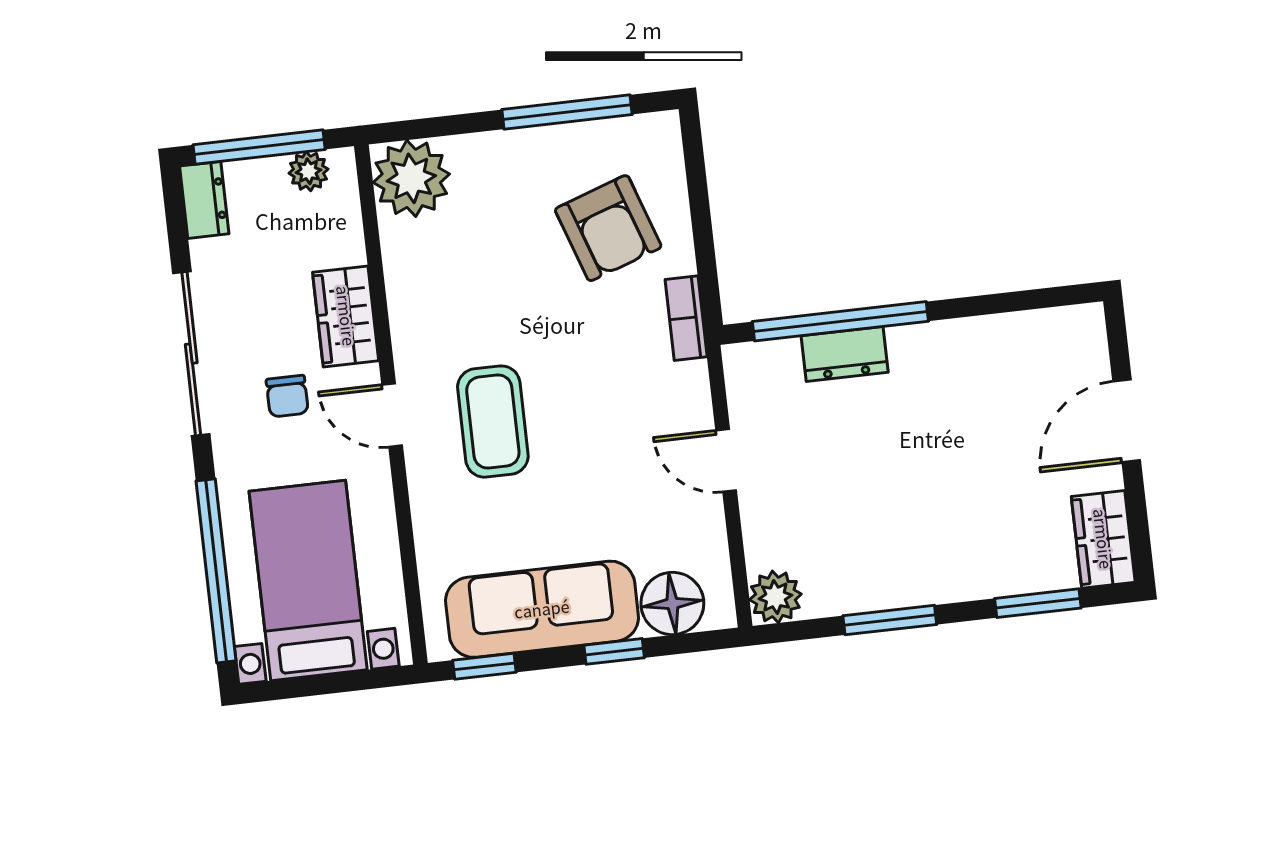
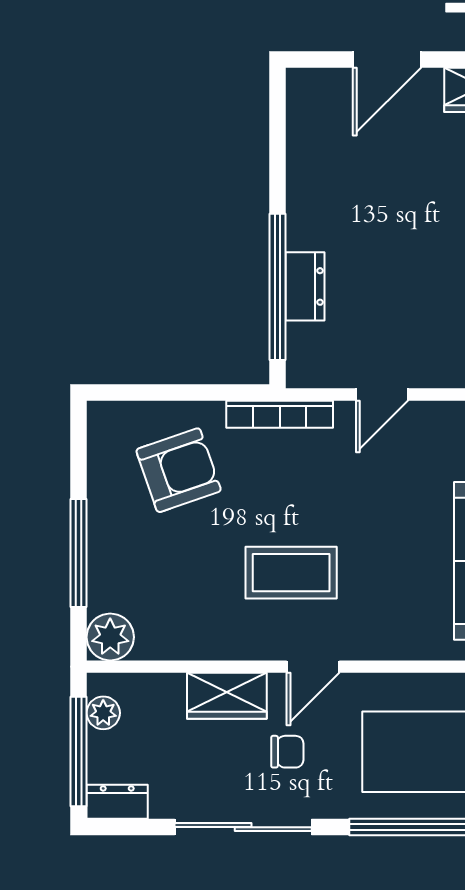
window: (567, 112) -> (79, 553), moved
plant: (411, 178) -> (110, 637), width x0.73, depth x0.73
bookcase: (686, 318) -> (280, 414), width x1.56
door: (1127, 421) -> (387, 59), hinge flipped
coffee table: (493, 422) -> (291, 573), moved

